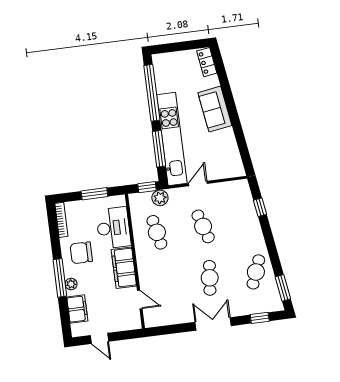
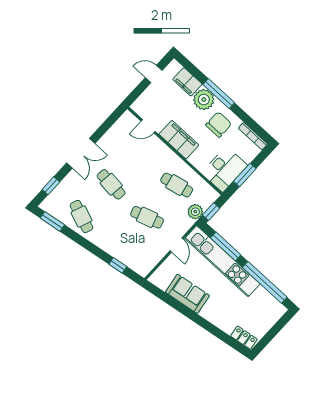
sofa: (215, 109) -> (187, 294), moved
desk: (113, 228) -> (225, 169), moved, turned -90
plant: (71, 284) -> (204, 100), width x1.87, depth x1.87

